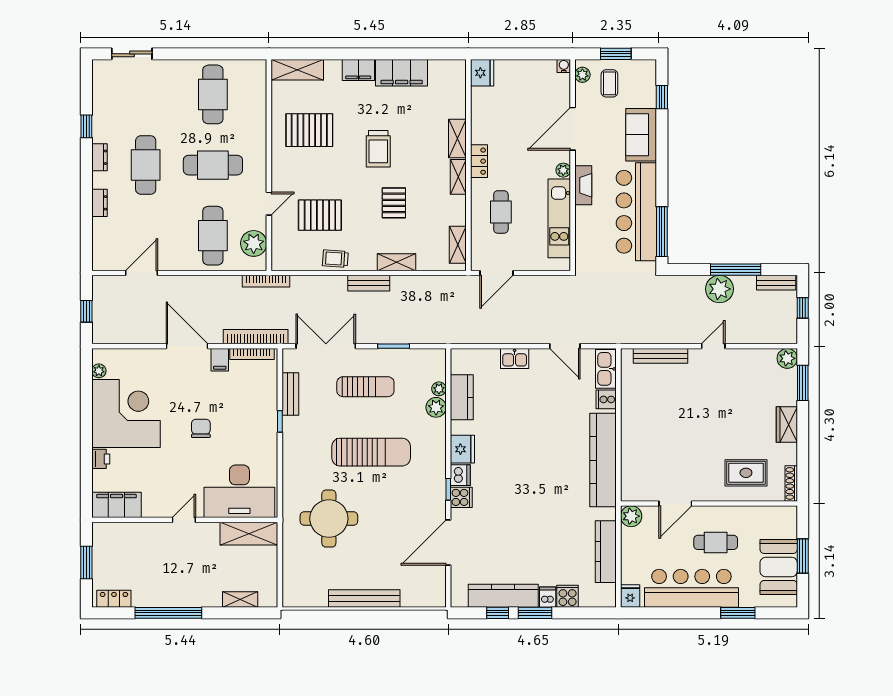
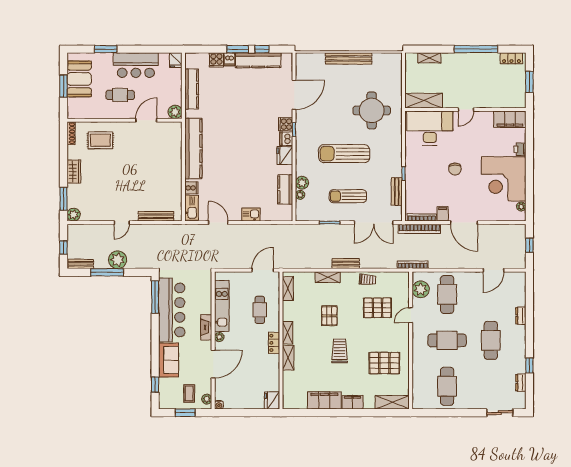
dresser: (100, 157) -> (521, 383), moved
bar counter: (691, 588) -> (136, 65), width x0.73

